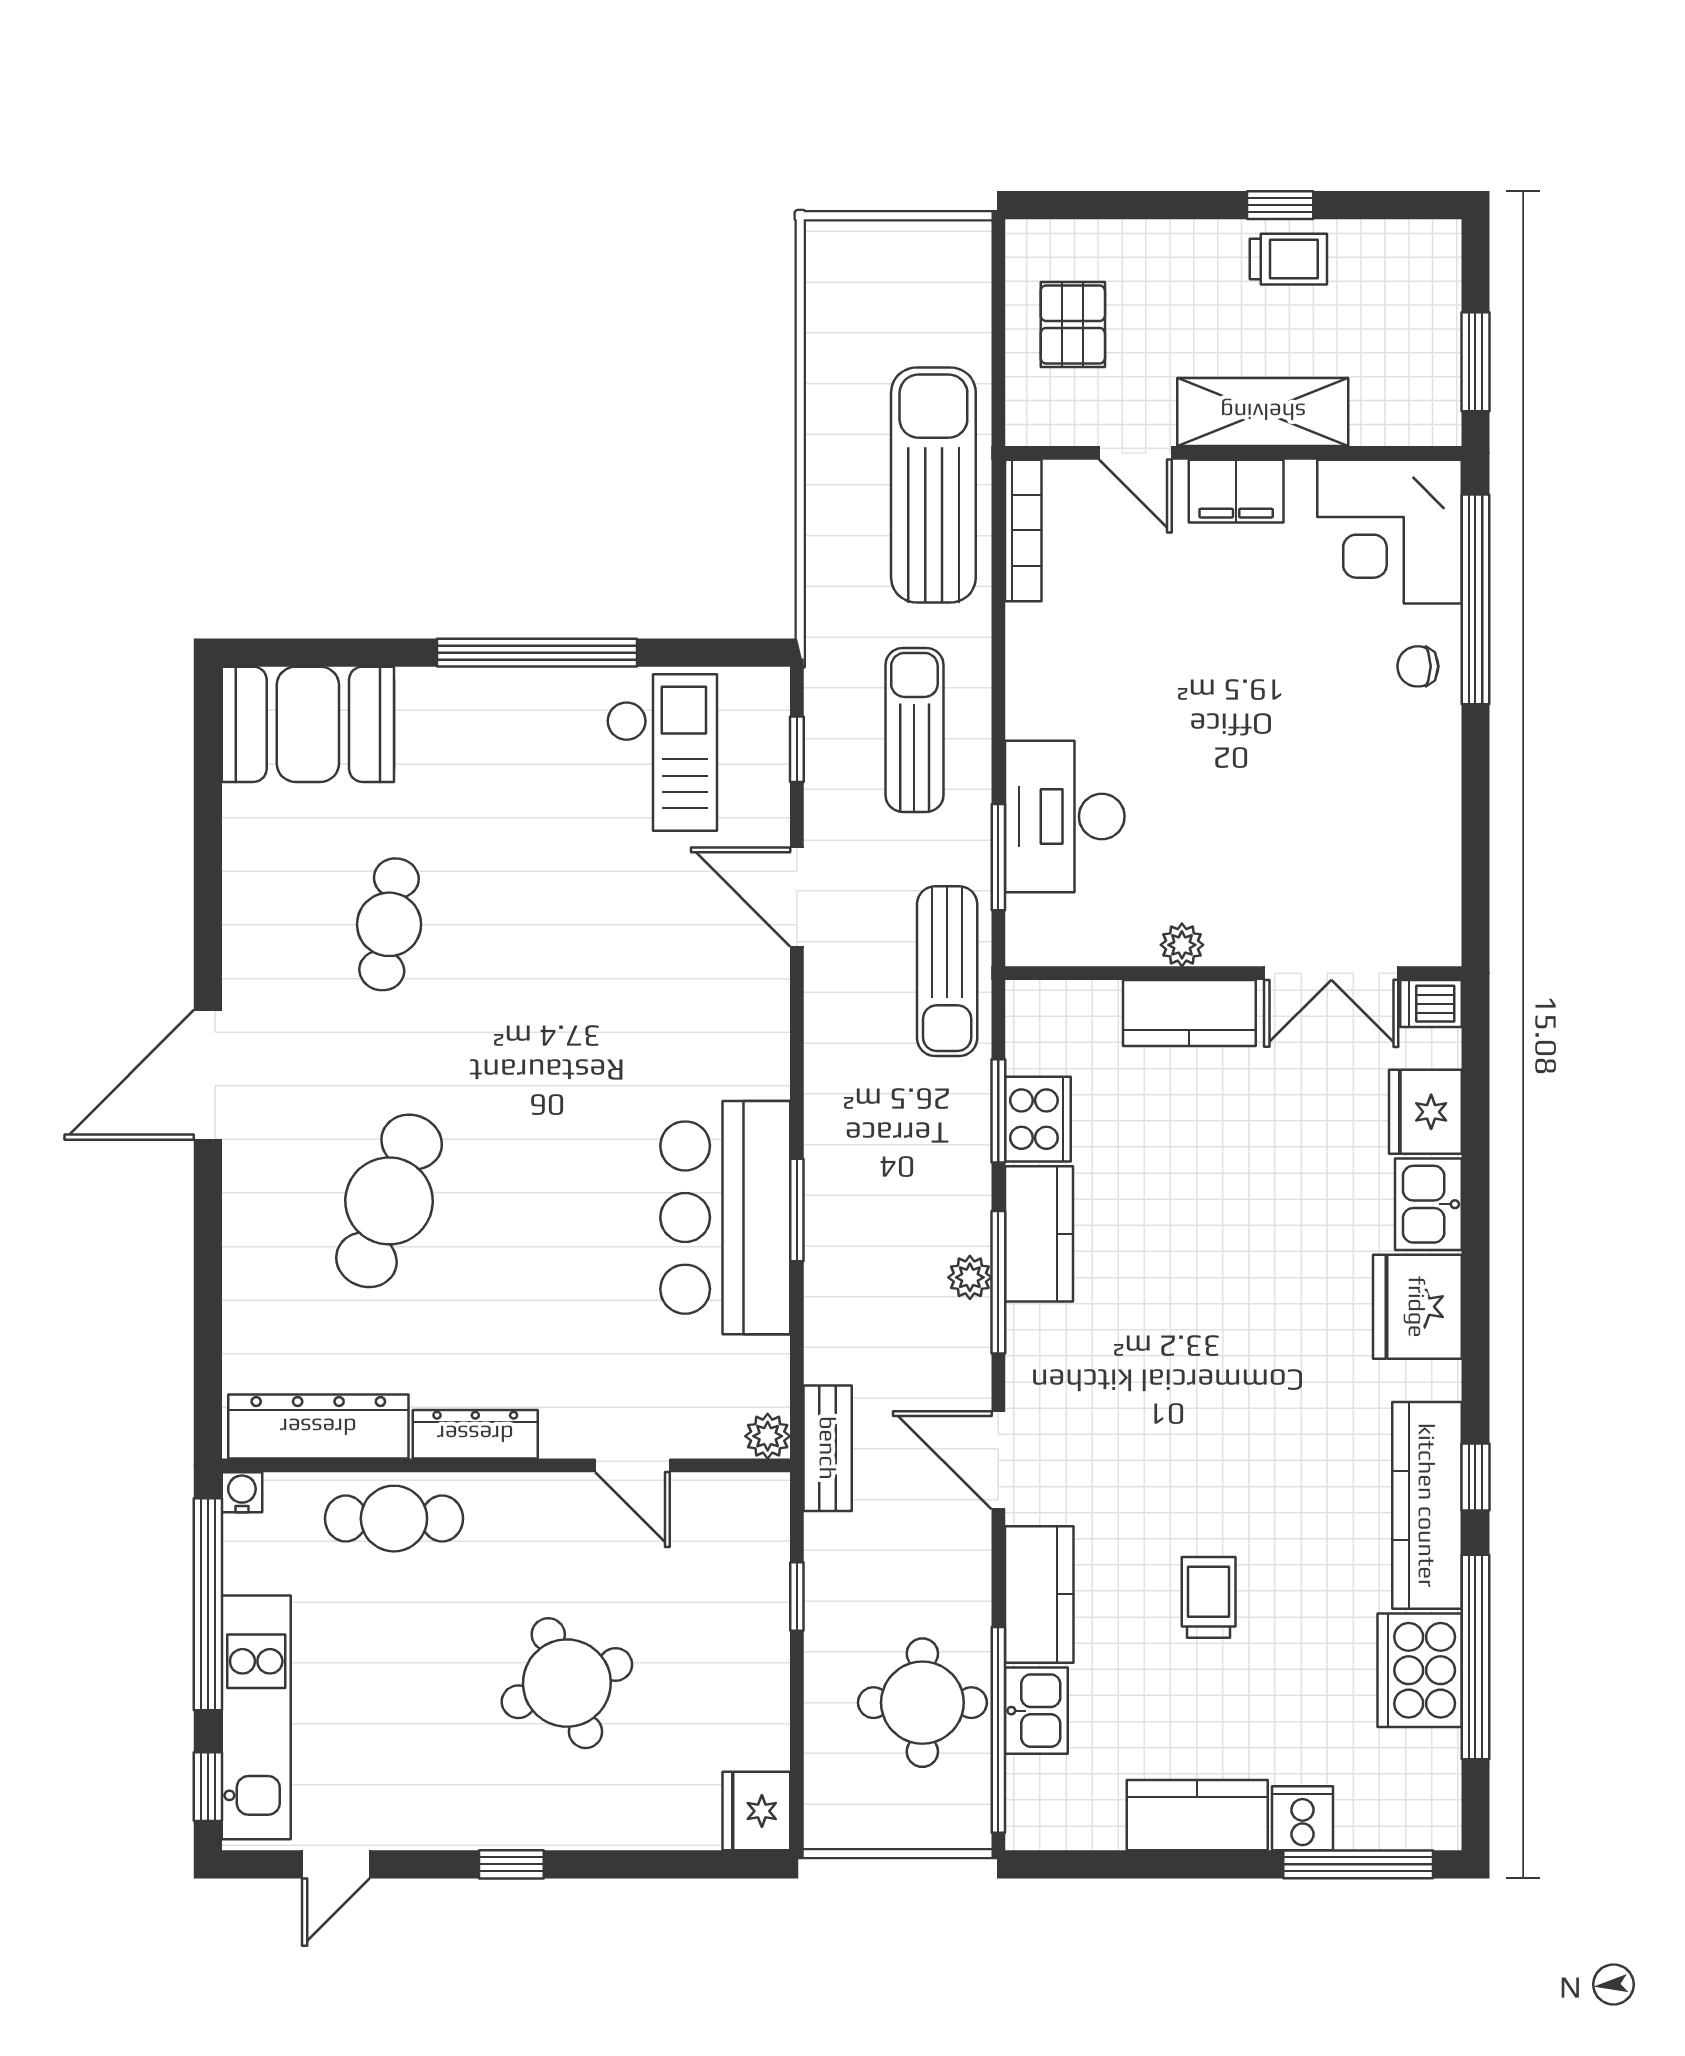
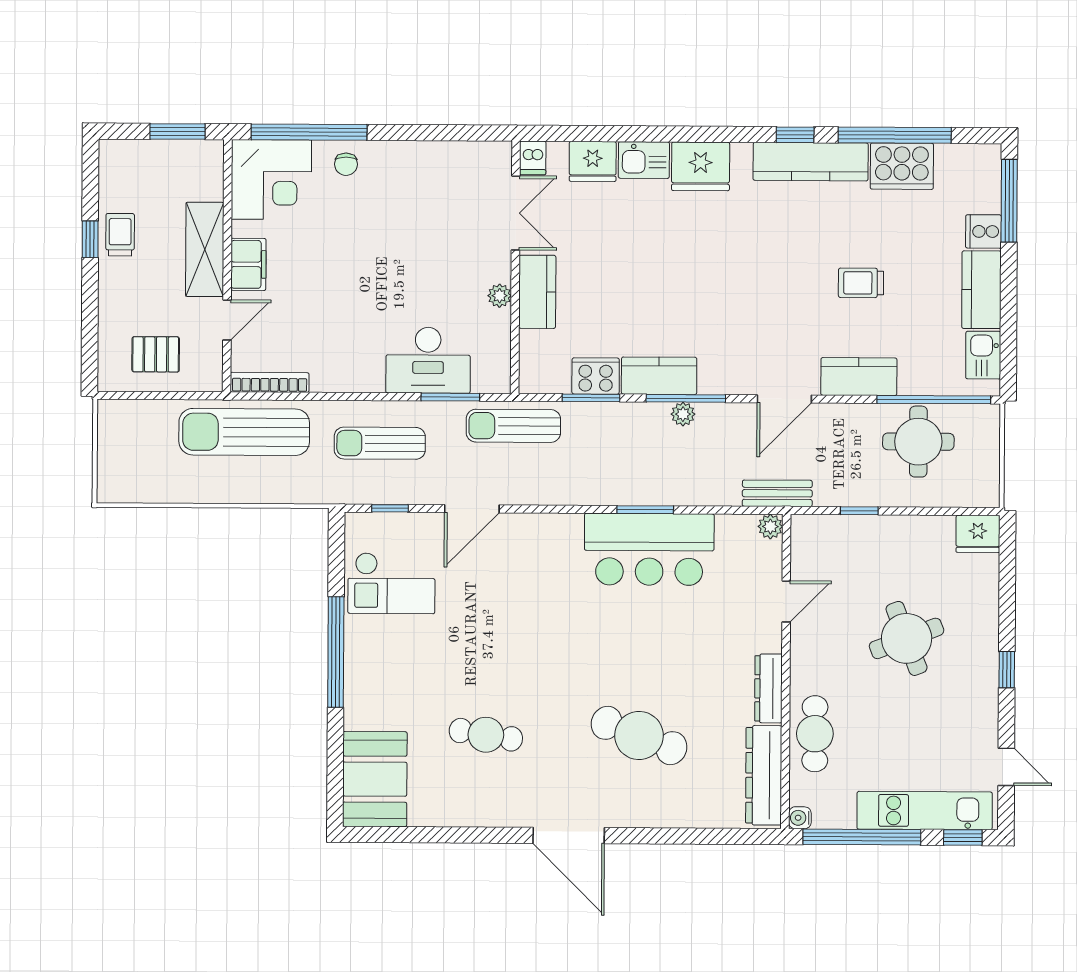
checkout: (662, 752) -> (391, 583), turned 180
sun lounger: (947, 971) -> (513, 426), turned 180
kitchen sink: (1036, 1711) -> (983, 355), moved, turned -90

